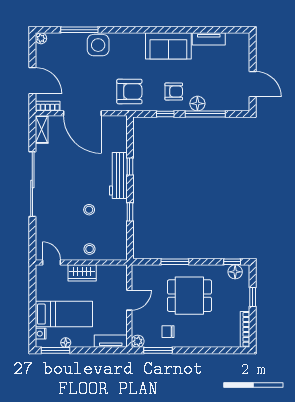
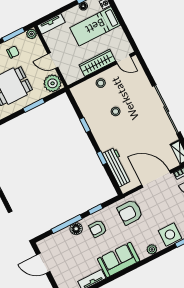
plant: (126, 39) -> (152, 249), added
workbench: (118, 176) -> (117, 167), moved
wardrobe: (82, 273) -> (97, 63), width x1.50
plant: (142, 276) -> (53, 83), added
door: (129, 300) -> (53, 61), hinge flipped

